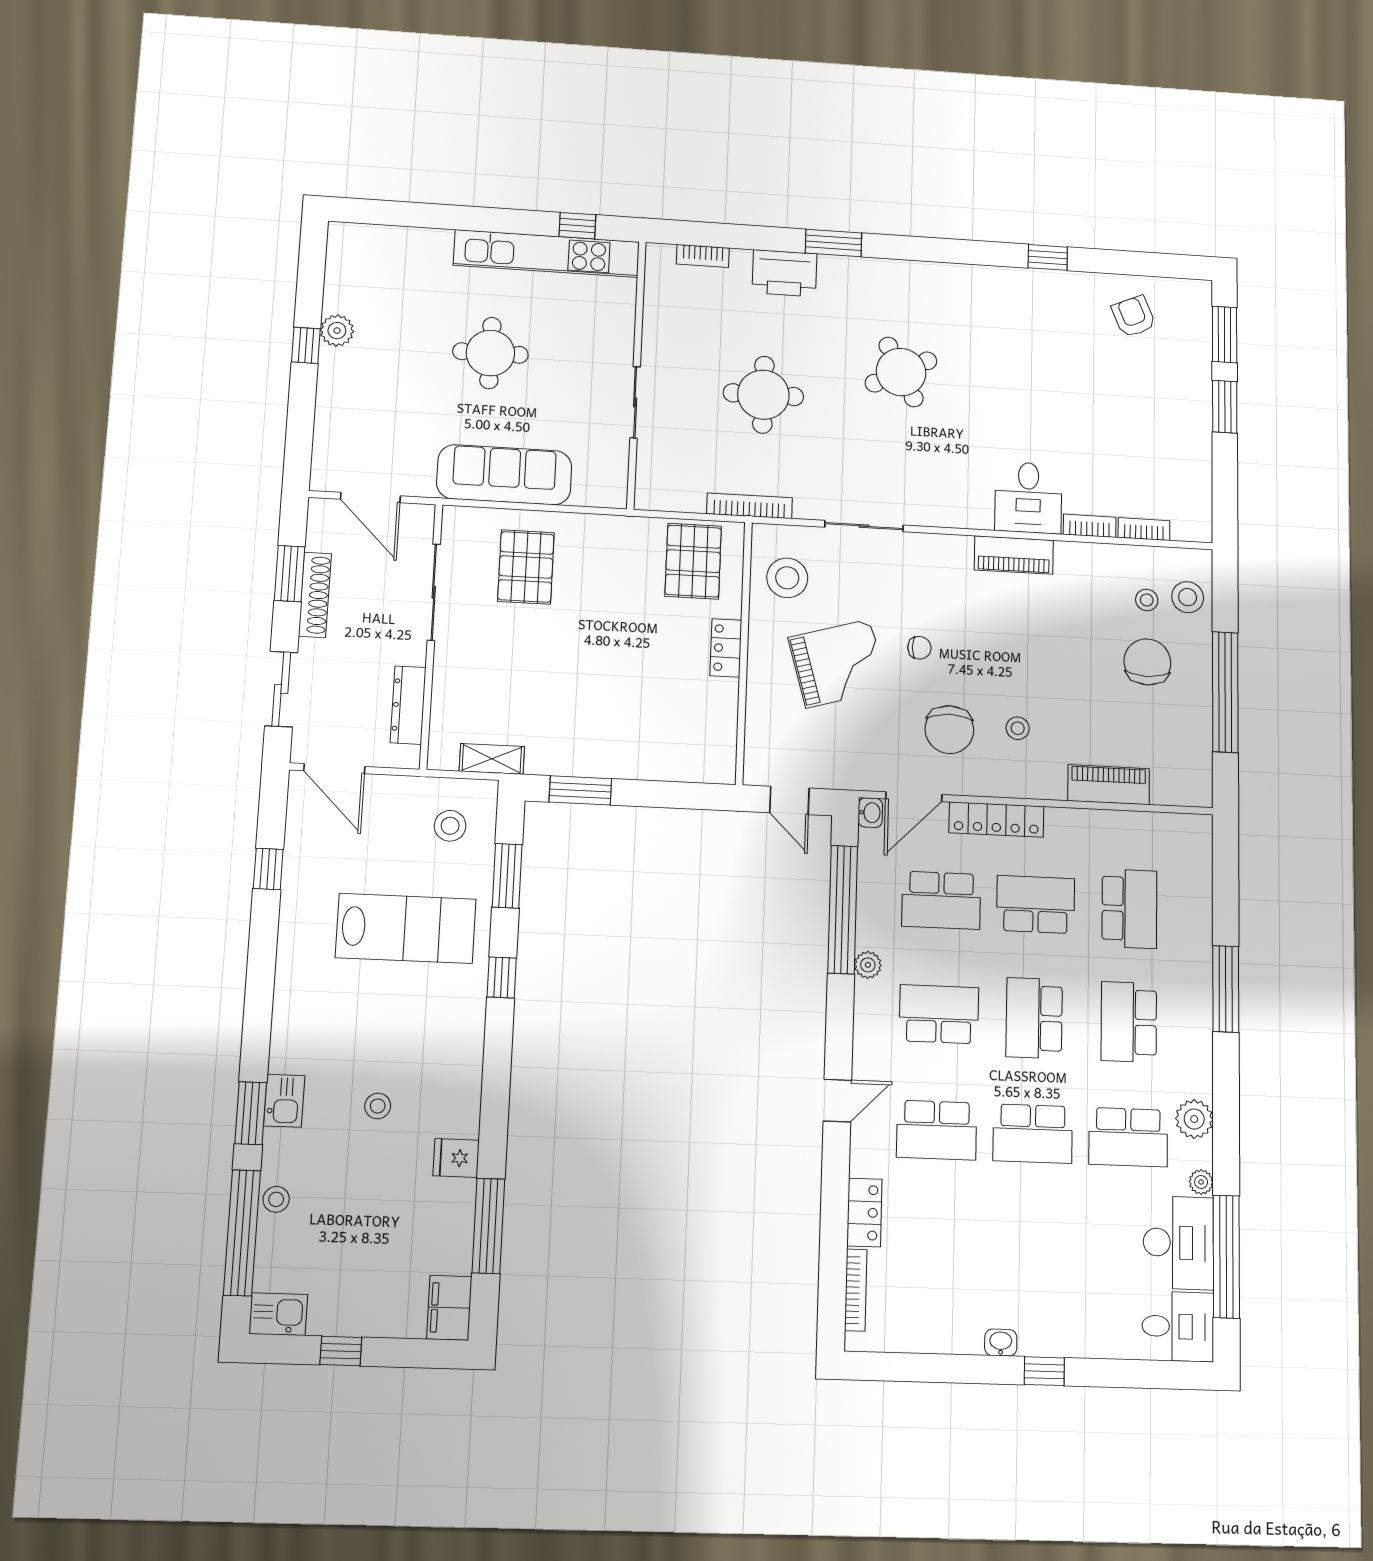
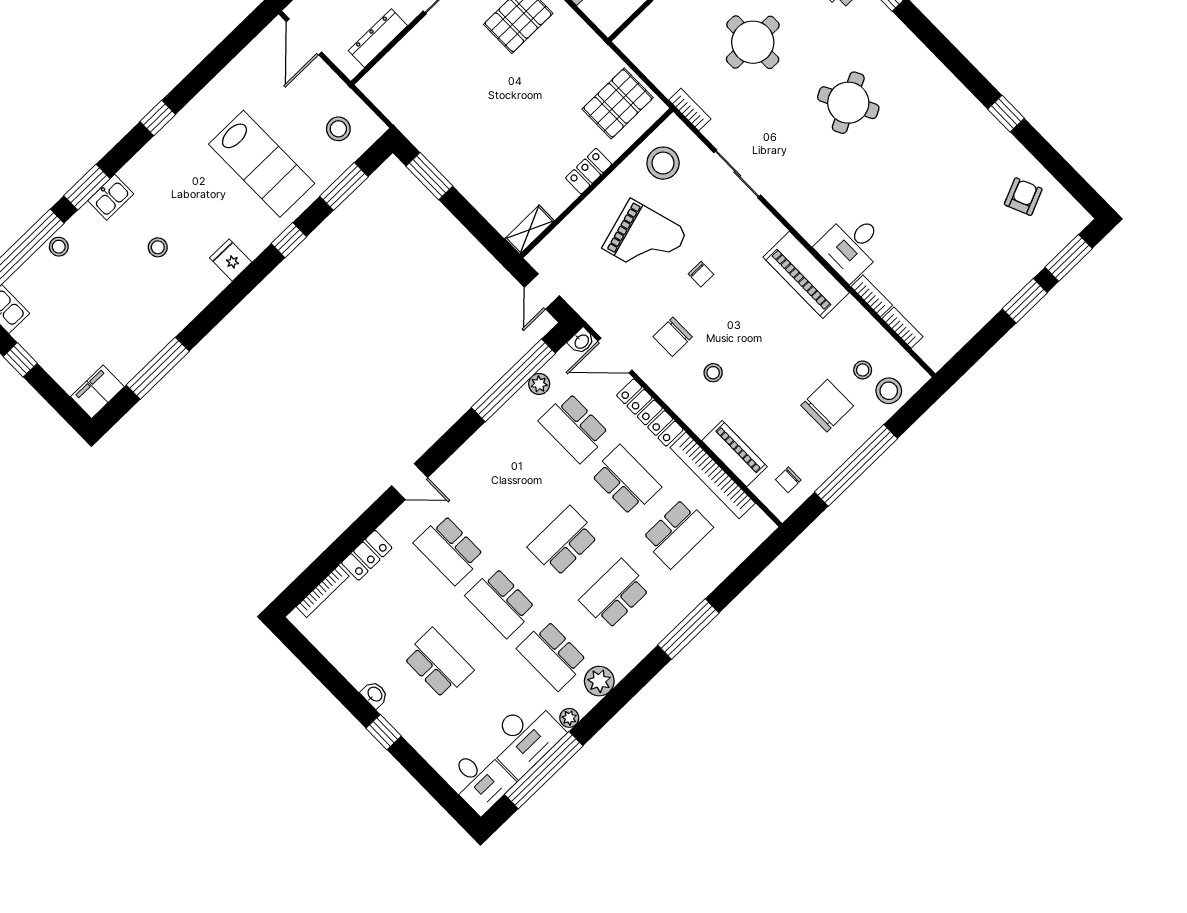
bookcase: (749, 506) -> (690, 109), width x0.64
piano: (1014, 555) -> (806, 275), width x1.37, depth x1.33
chair: (949, 730) -> (673, 337), width x0.73, depth x0.73
shelving: (492, 759) -> (530, 230), moved, turned 90
chair: (1179, 763) -> (788, 480), added
bookcase: (1109, 824) -> (713, 475), added
window: (268, 869) -> (158, 118), moved
plant: (868, 965) -> (539, 384), moved
school desk: (939, 1014) -> (438, 663), moved
fridge: (456, 1158) -> (231, 260), moved

